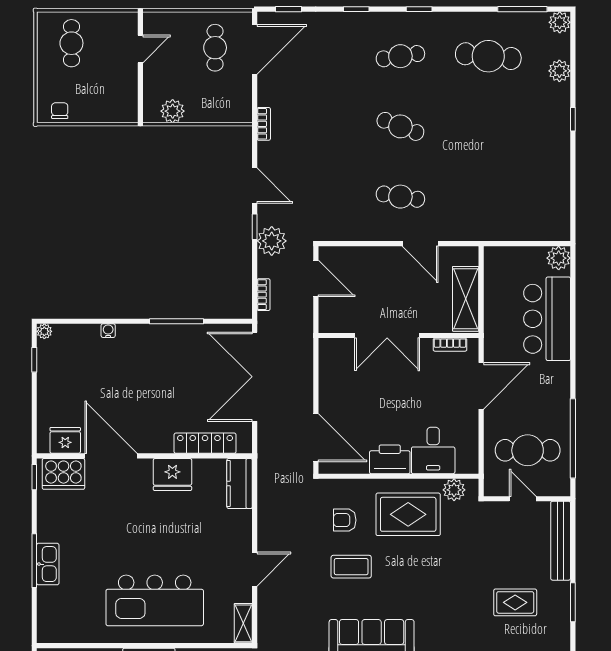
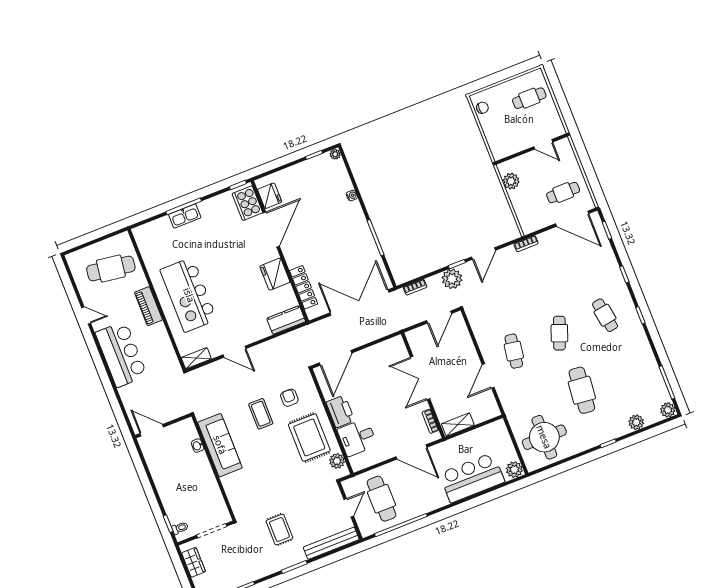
cafe table: (488, 56) -> (582, 390), moved
round table: (531, 201) -> (544, 437), added
shelving: (466, 299) -> (458, 425), width x0.67, depth x0.75

